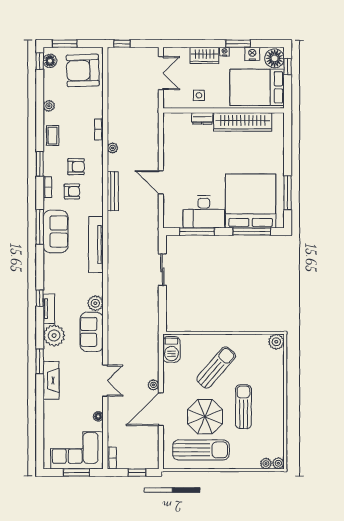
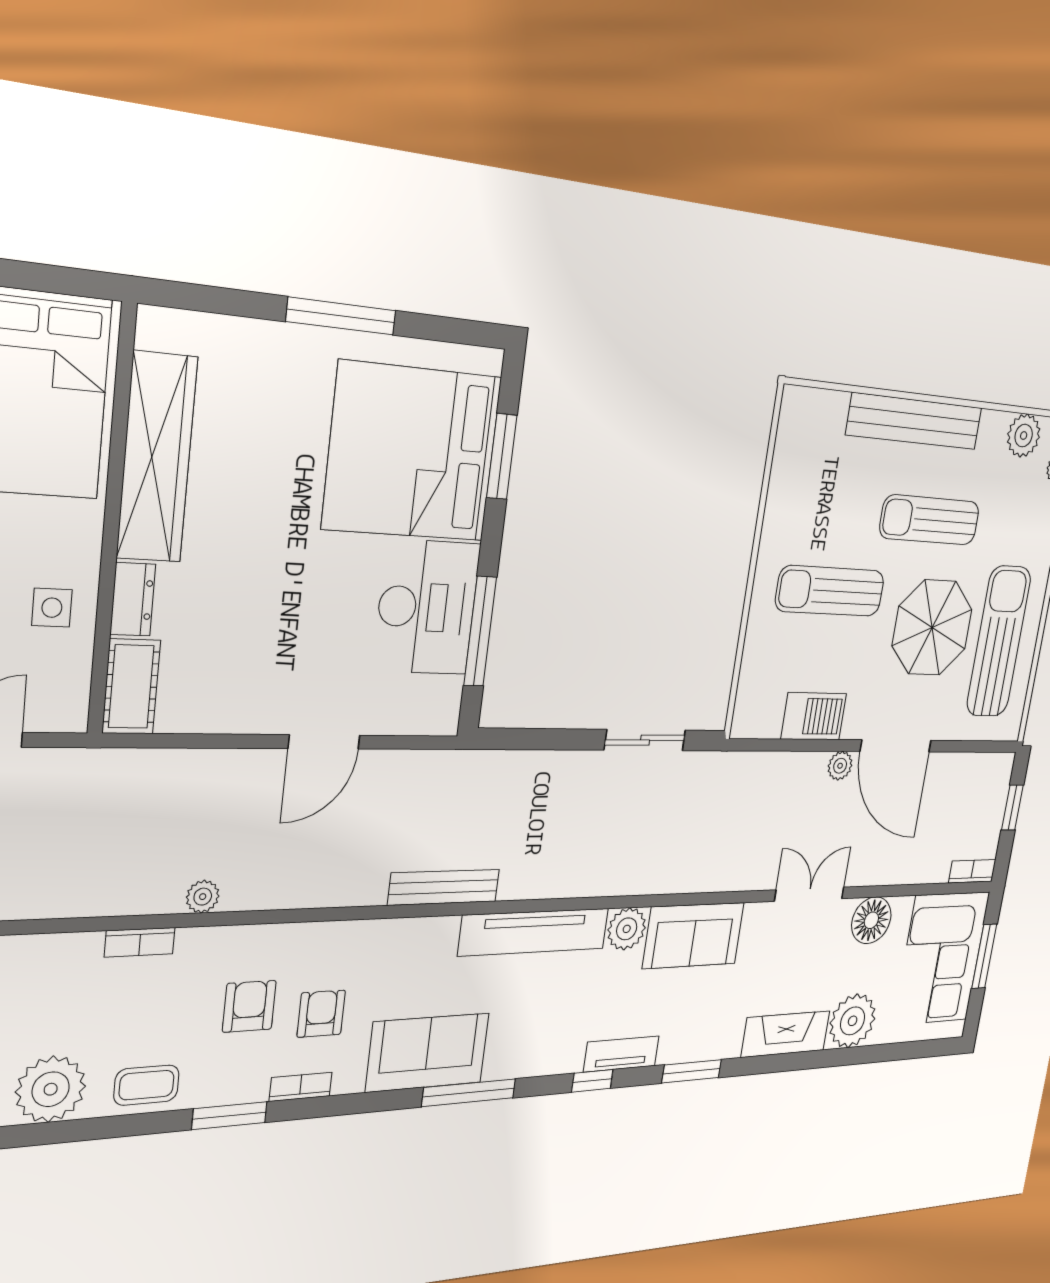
plant: (49, 106) -> (51, 1089), width x1.88, depth x1.88
cot: (177, 120) -> (131, 687), added
bench: (113, 191) -> (444, 887), moved
window: (288, 193) -> (341, 316), moved
window: (40, 227) -> (469, 1093), moved
window: (252, 232) -> (502, 456), width x0.69
tv unit: (96, 244) -> (534, 932), moved
sliding door: (162, 270) -> (645, 740), moved
plant: (54, 335) -> (853, 1021), moved
plant: (276, 342) -> (1024, 436), moved
barbecue: (171, 349) -> (814, 716), moved
window: (40, 361) -> (692, 1071), moved
sun lounger: (216, 367) -> (830, 591), turned -41
bench: (277, 392) -> (915, 421), added
floor lamp: (98, 416) -> (871, 920), width x1.89, depth x1.89

